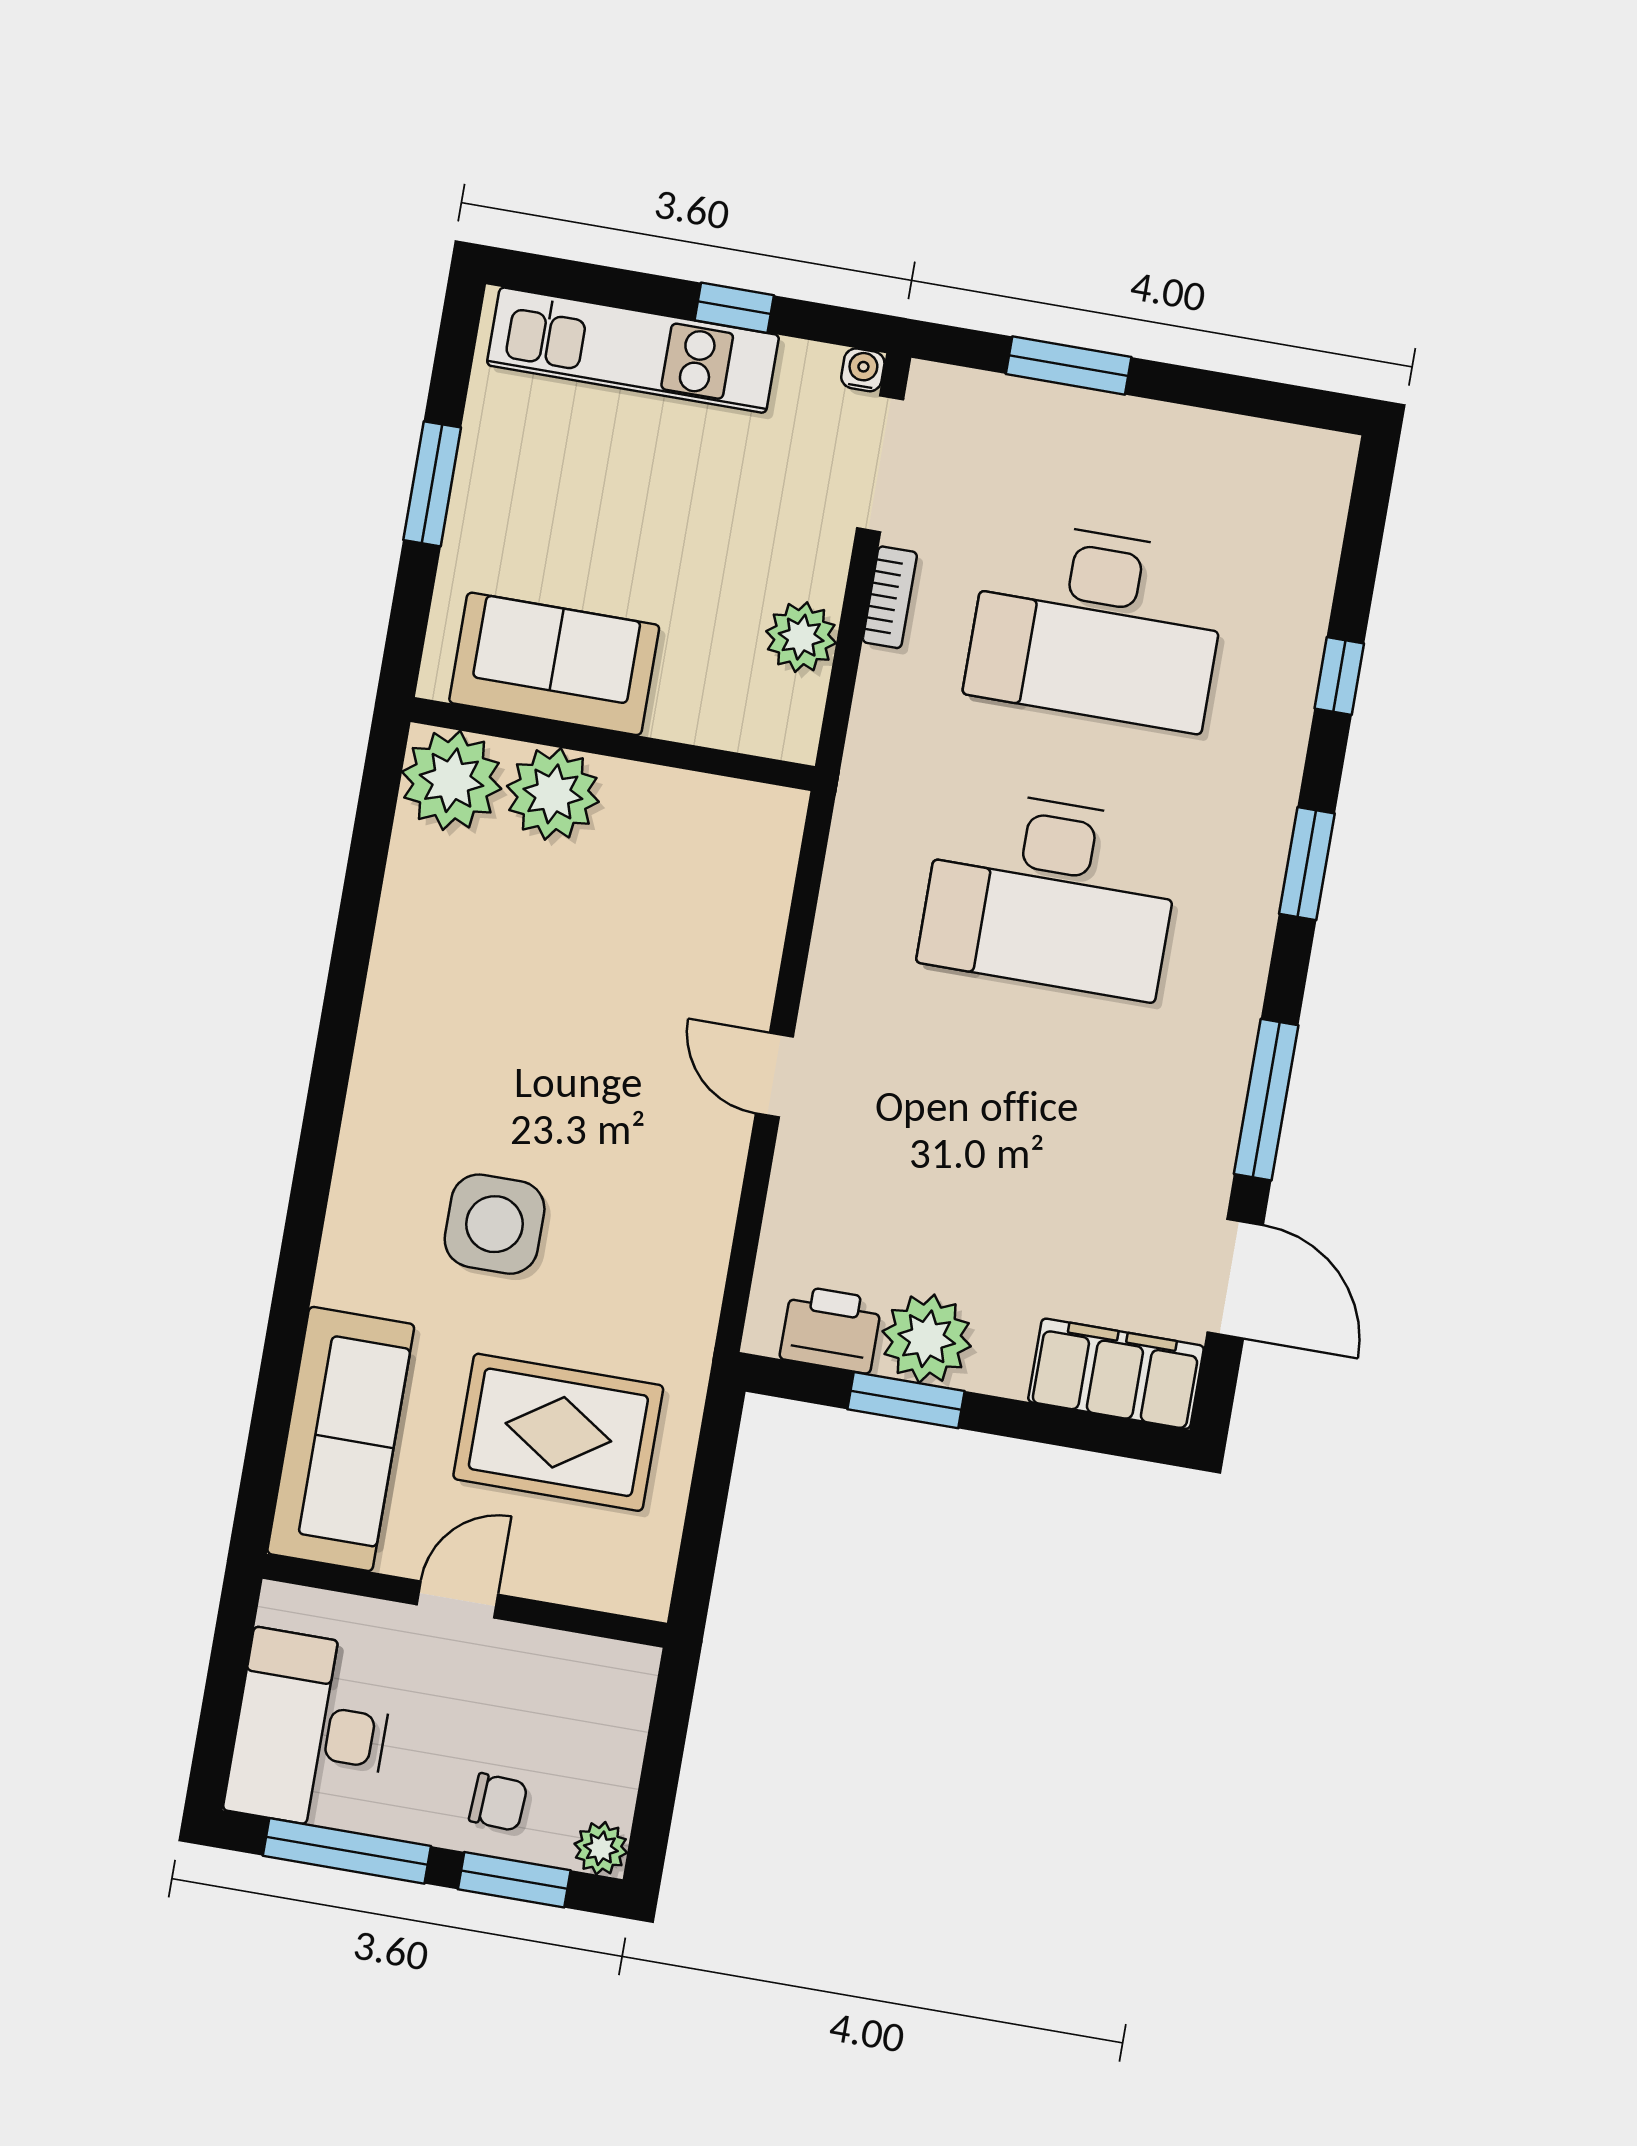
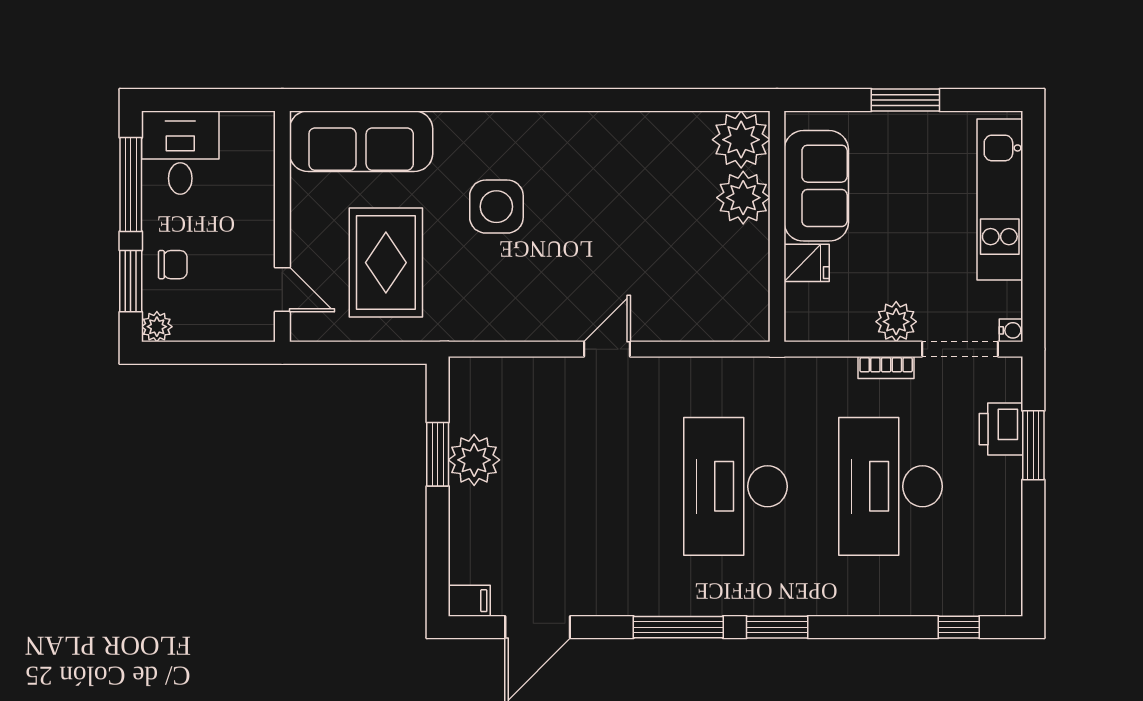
window: (734, 308) -> (1033, 252), removed
plant: (801, 637) -> (896, 322), moved
window: (1339, 676) -> (959, 627), moved
fridge: (685, 704) -> (807, 263), added
window: (1266, 1100) -> (678, 627), moved
printer: (831, 1329) -> (1001, 429), moved, turned 180
filing cabinet: (1116, 1374) -> (469, 601), width x0.33, depth x0.86
door: (457, 1600) -> (282, 289), moved
desk: (311, 1731) -> (180, 153), width x0.73
chair: (498, 1802) -> (173, 265), turned -93

